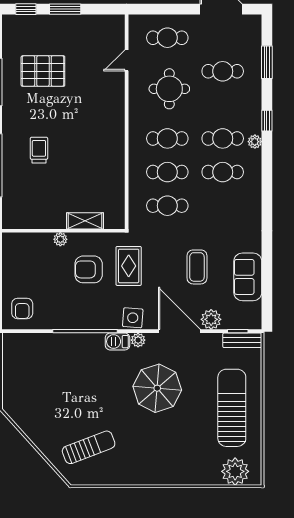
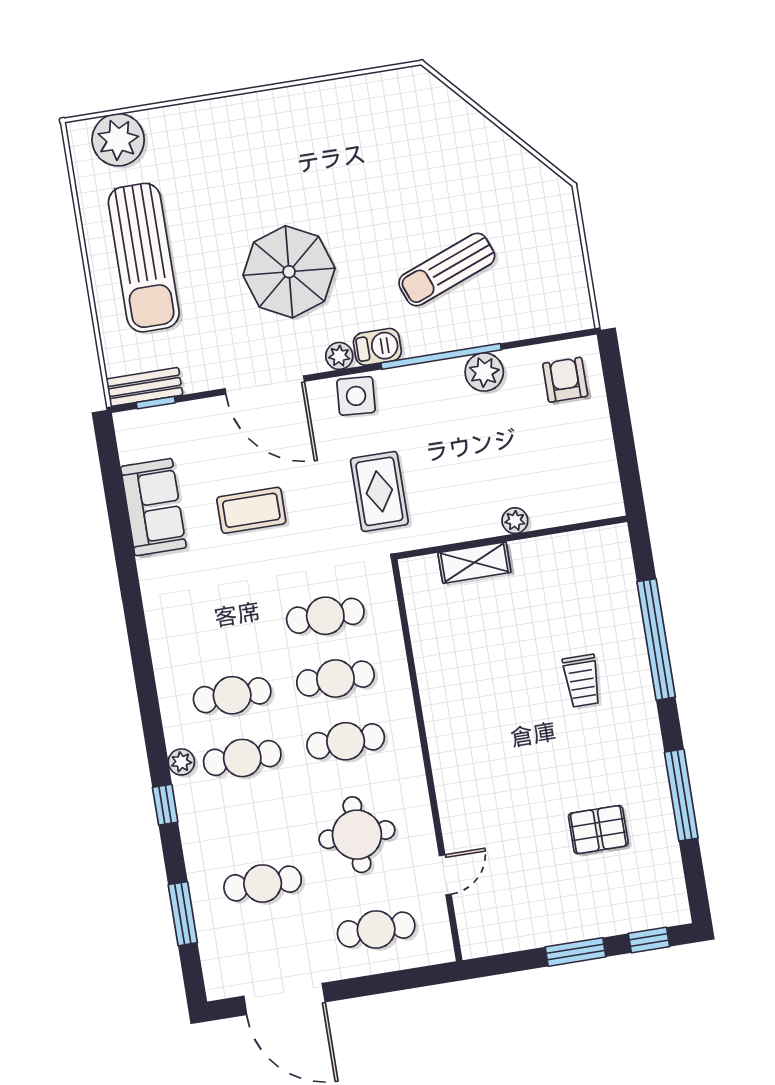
pallet: (43, 71) -> (598, 830), width x0.67, depth x0.71
coffee table: (197, 267) -> (251, 510), turned 90
armchair: (89, 269) -> (453, 473), removed
plant: (211, 319) -> (484, 372), moved
sun lounger: (89, 447) -> (447, 270), moved

